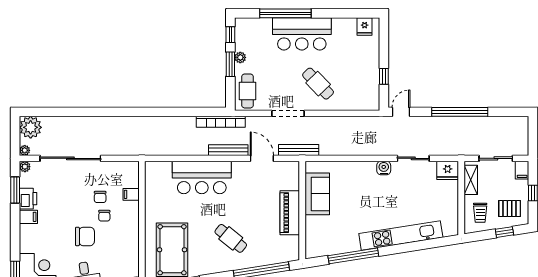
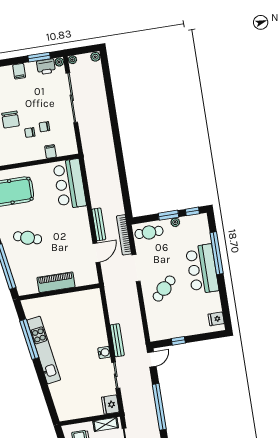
door: (401, 112) -> (152, 359), hinge flipped
bookcase: (221, 122) -> (124, 235), moved
plant: (31, 127) -> (95, 57), width x0.53, depth x0.53
bench: (299, 150) -> (117, 340), moved
bar counter: (202, 178) -> (70, 184), moved
sofa: (317, 194) -> (75, 302), removed
printer: (28, 199) -> (46, 67), moved
kitchen unit: (401, 235) -> (44, 350), moved
cafe table: (231, 238) -> (28, 238), turned 69

